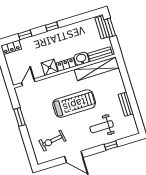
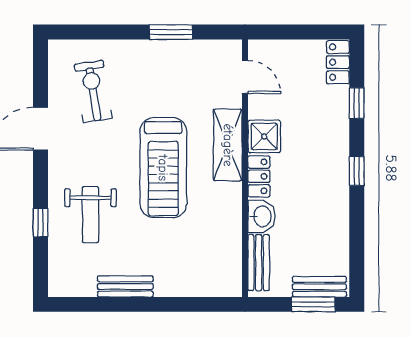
shelving: (97, 69) -> (228, 145), moved, width x0.68
weight bench: (102, 127) -> (90, 215), turned 180

